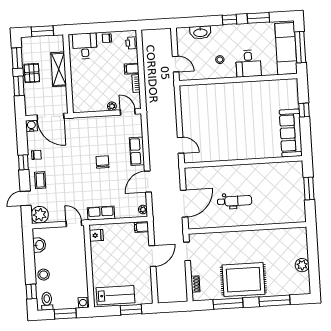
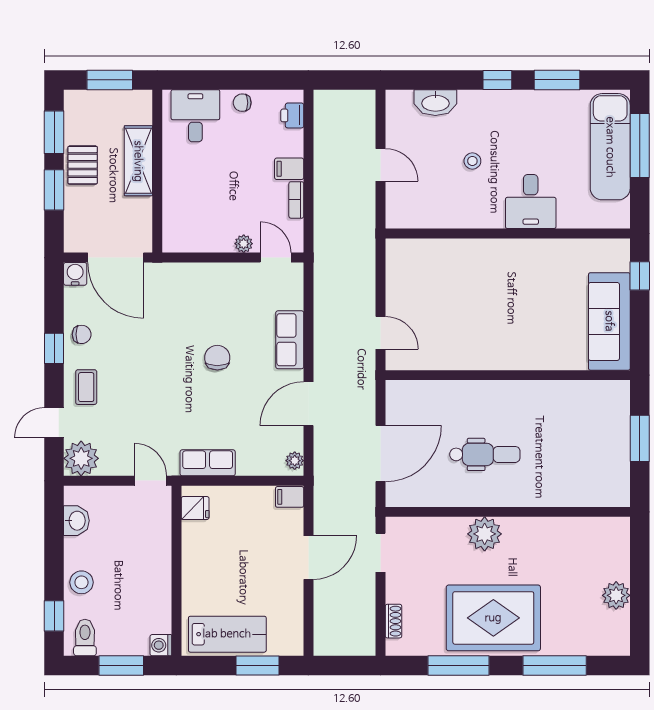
desk: (248, 64) -> (531, 202), moved
wall: (238, 80) -> (508, 234), moved
plant: (237, 239) -> (485, 534), added

